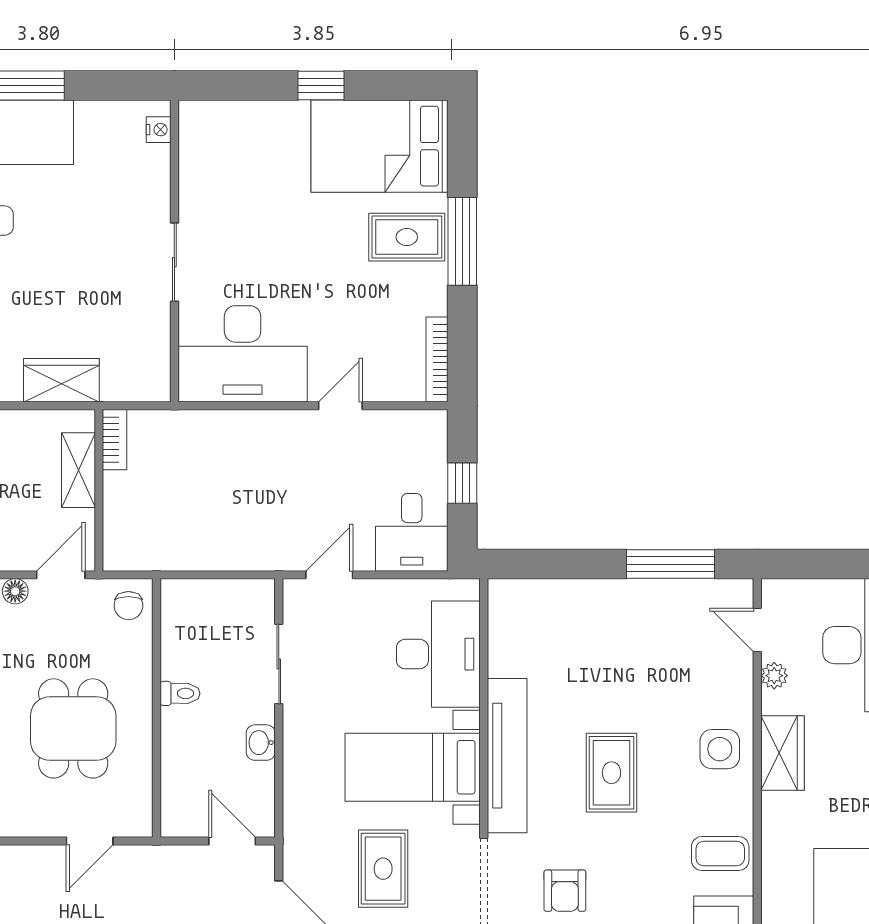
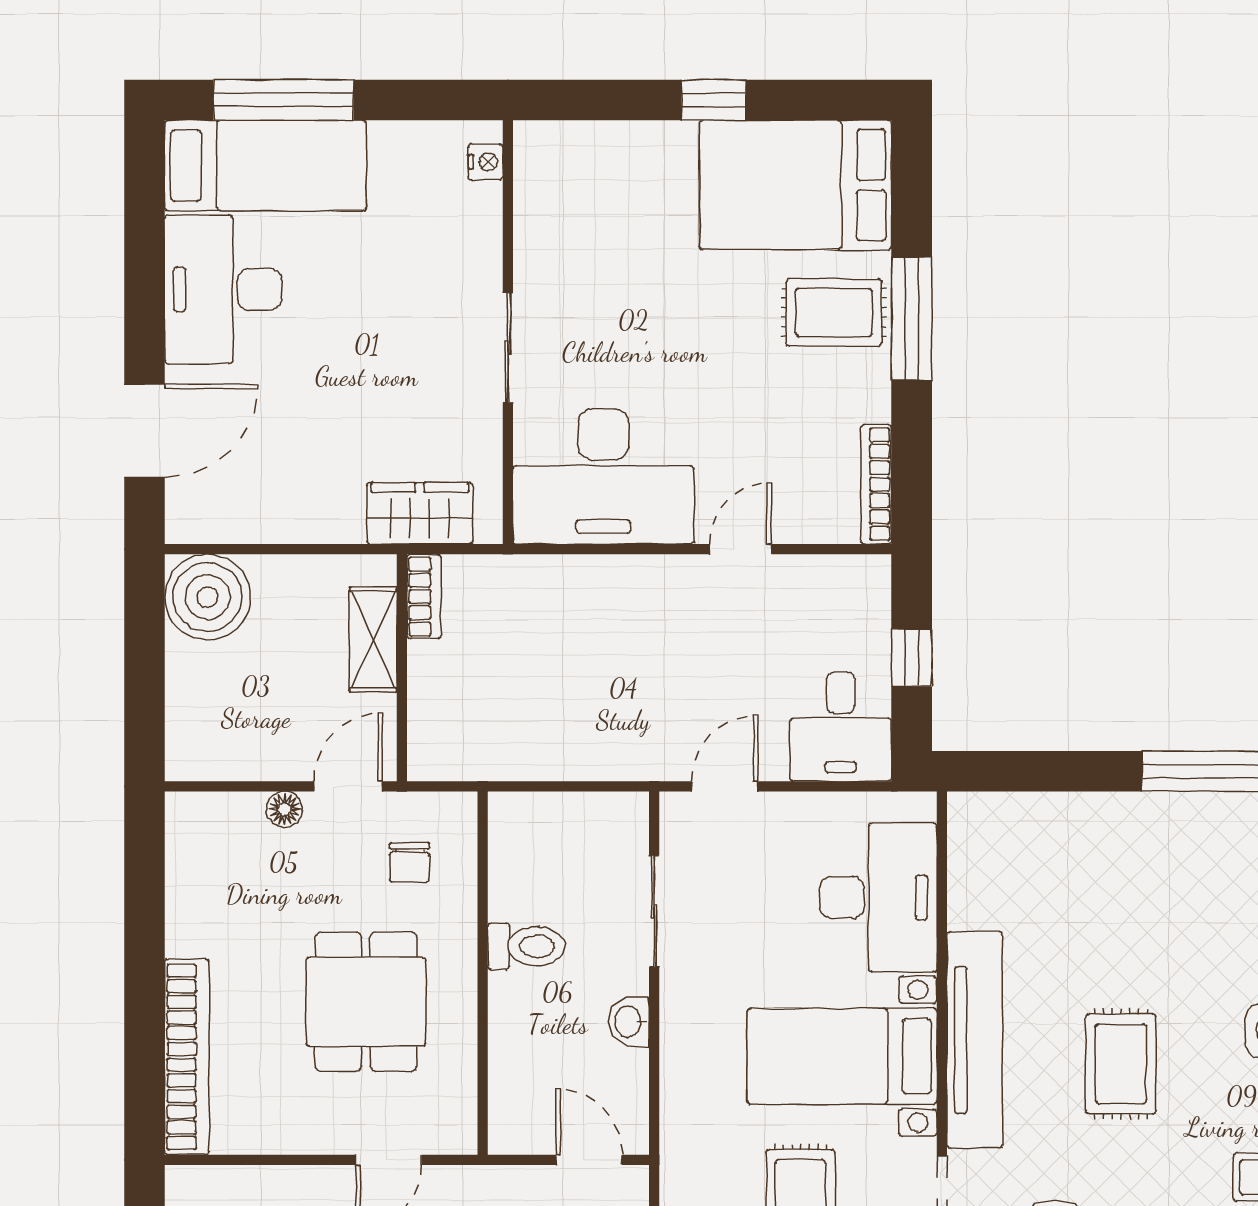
wardrobe: (61, 380) -> (420, 513), moved
chair: (128, 606) -> (410, 862), moved
toilet: (180, 693) -> (526, 946), width x1.37, depth x1.39

